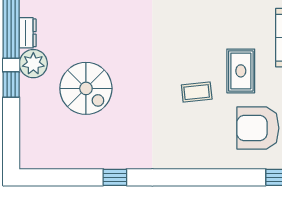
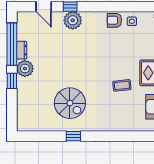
spiral stairs: (86, 88) -> (70, 103), moved

